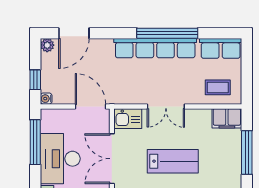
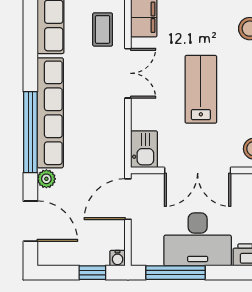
window: (167, 33) -> (30, 132), moved
plant: (47, 45) -> (46, 179), moved
double door: (166, 106) -> (128, 73), moved

